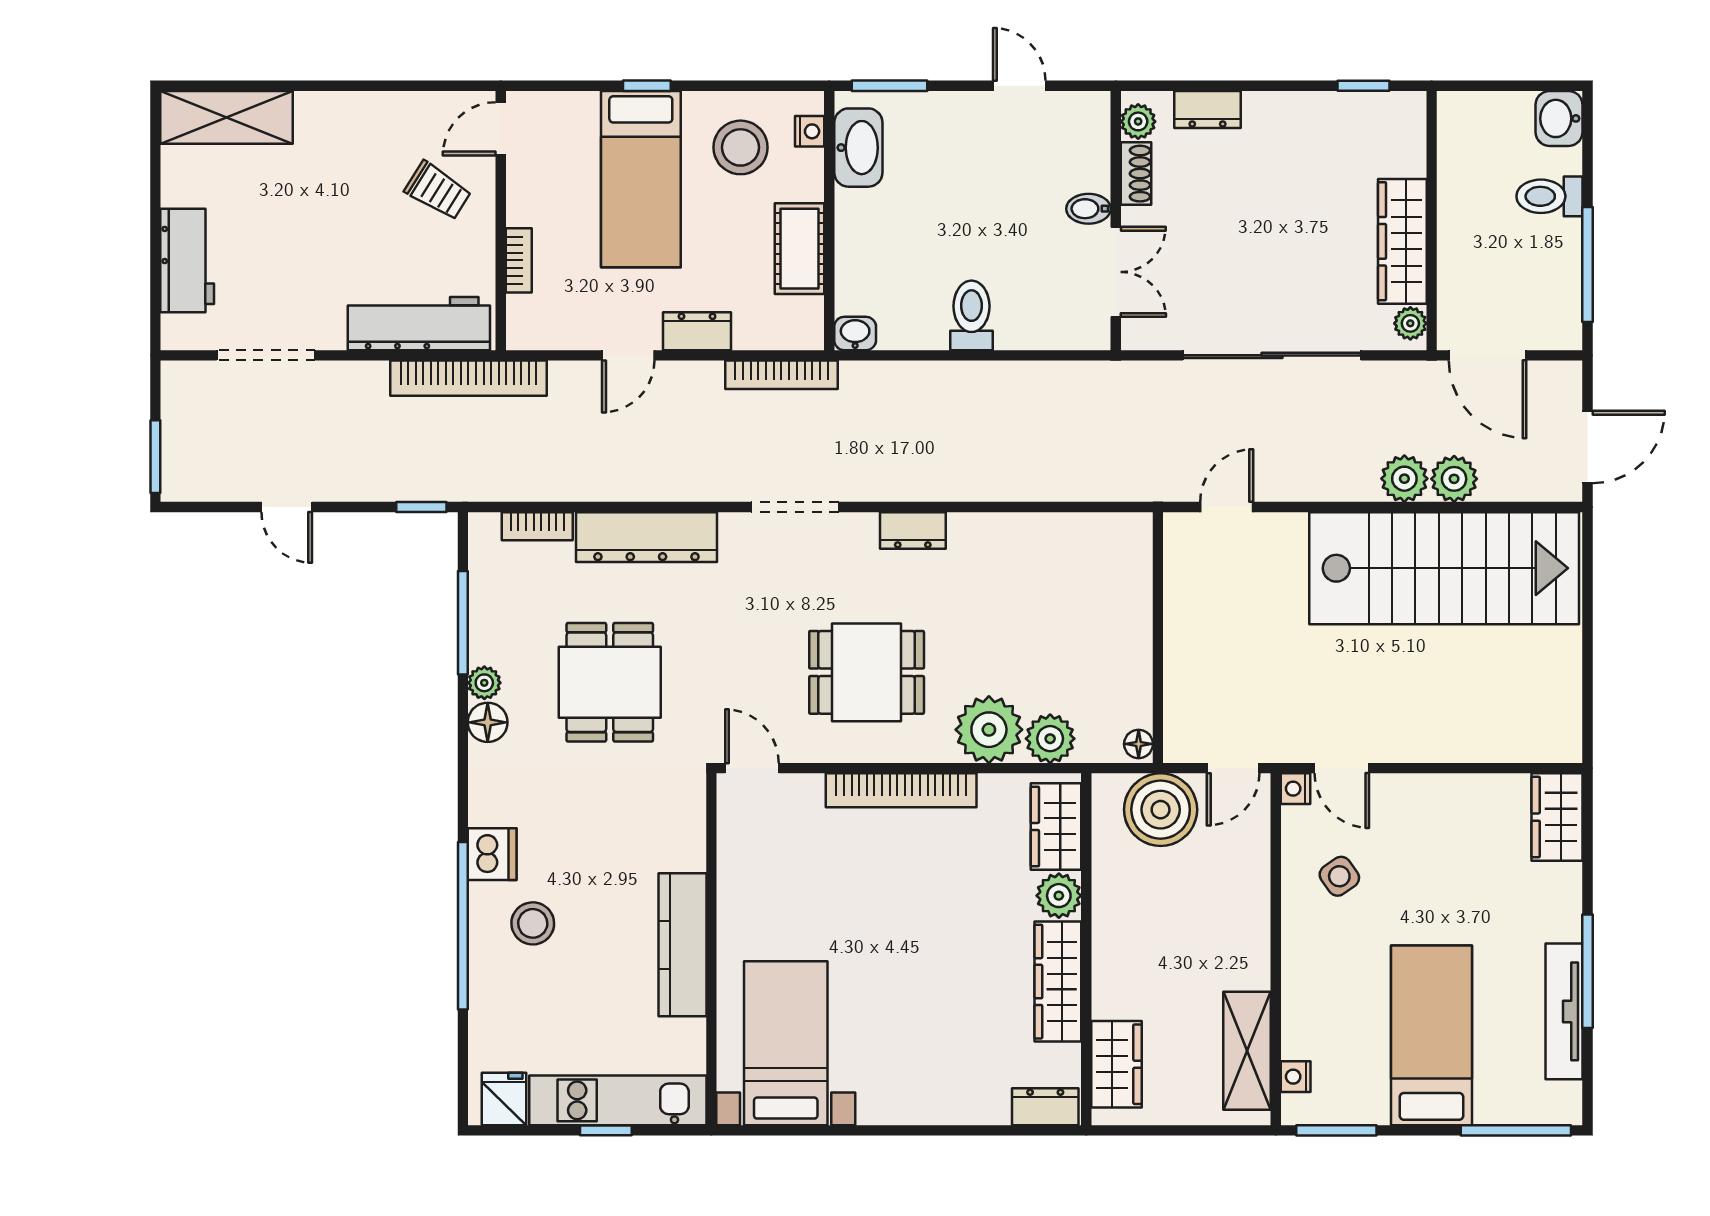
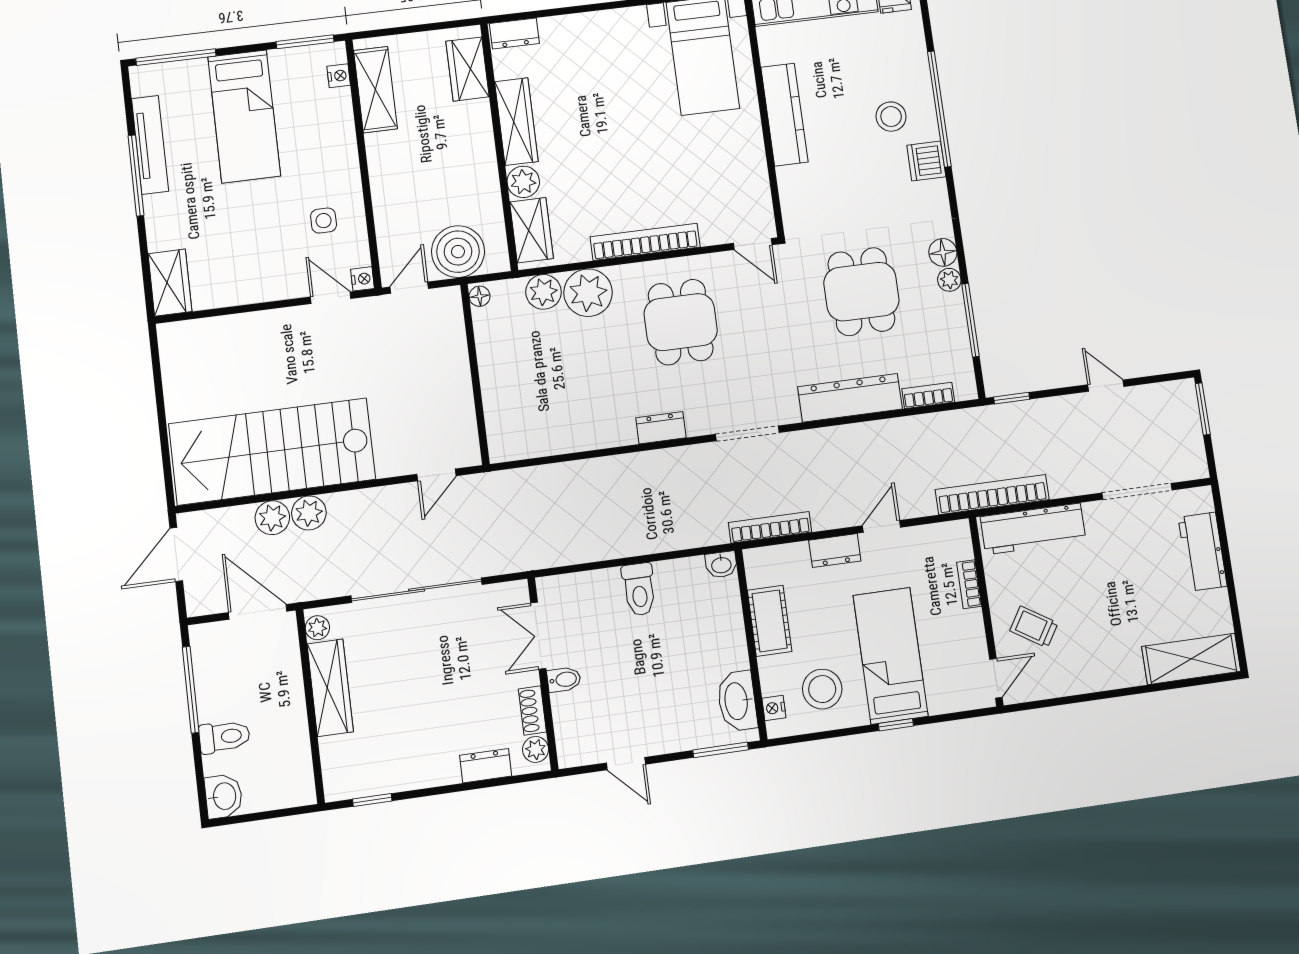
dining table: (867, 672) -> (681, 322), turned 90
side table: (1339, 876) -> (324, 221), turned 35

